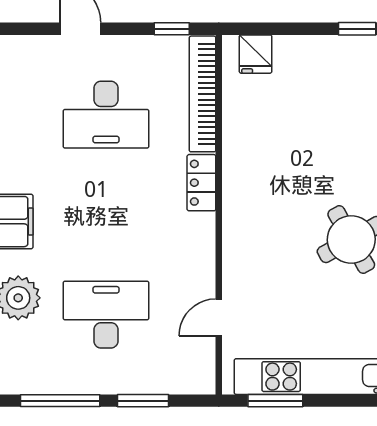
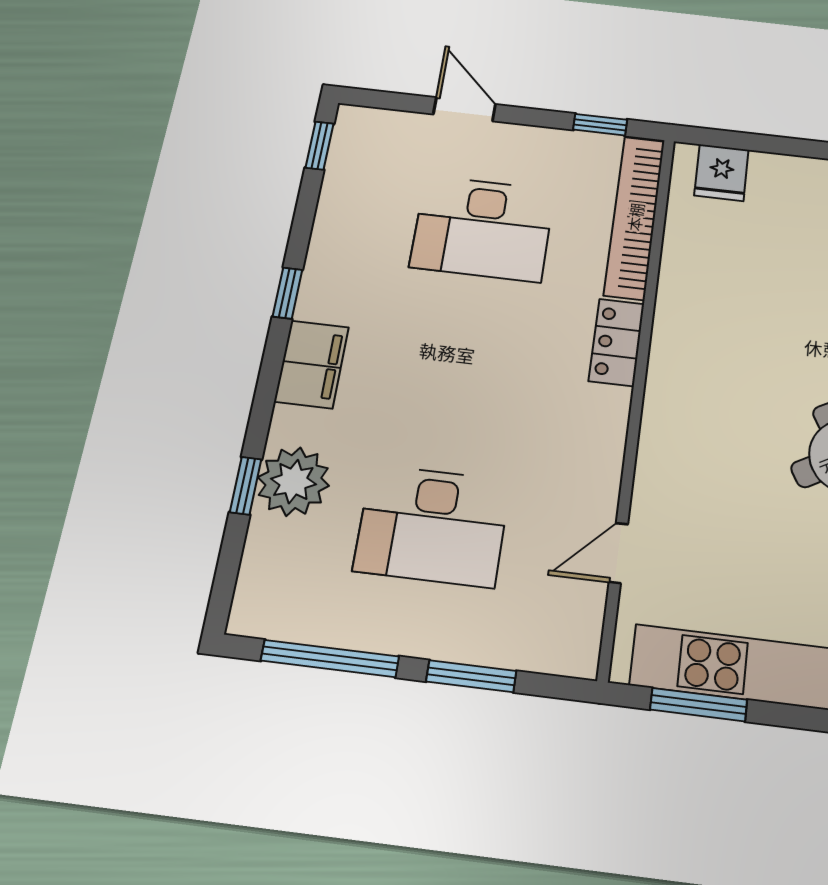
desk: (106, 315) -> (432, 526), turned 180

